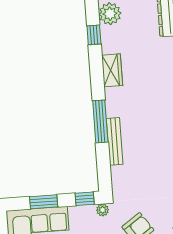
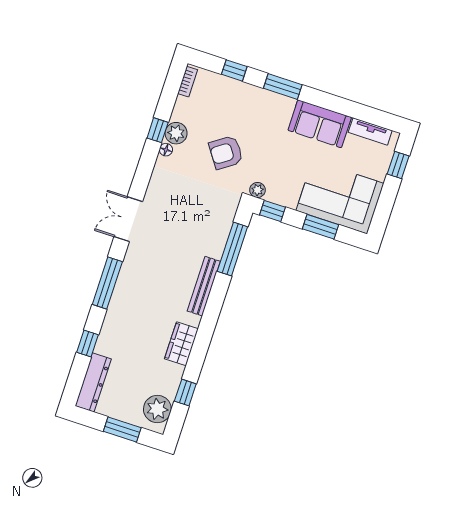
window: (100, 121) -> (232, 249), moved
bench: (115, 141) -> (204, 286), moved

